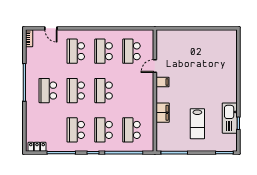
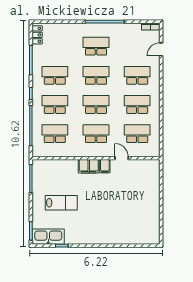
school desk: (131, 91) -> (96, 134), added
filing cabinet: (163, 113) -> (89, 166), moved
kitchen sink: (230, 118) -> (48, 237), moved
lab bench: (197, 124) -> (61, 203), turned 180

